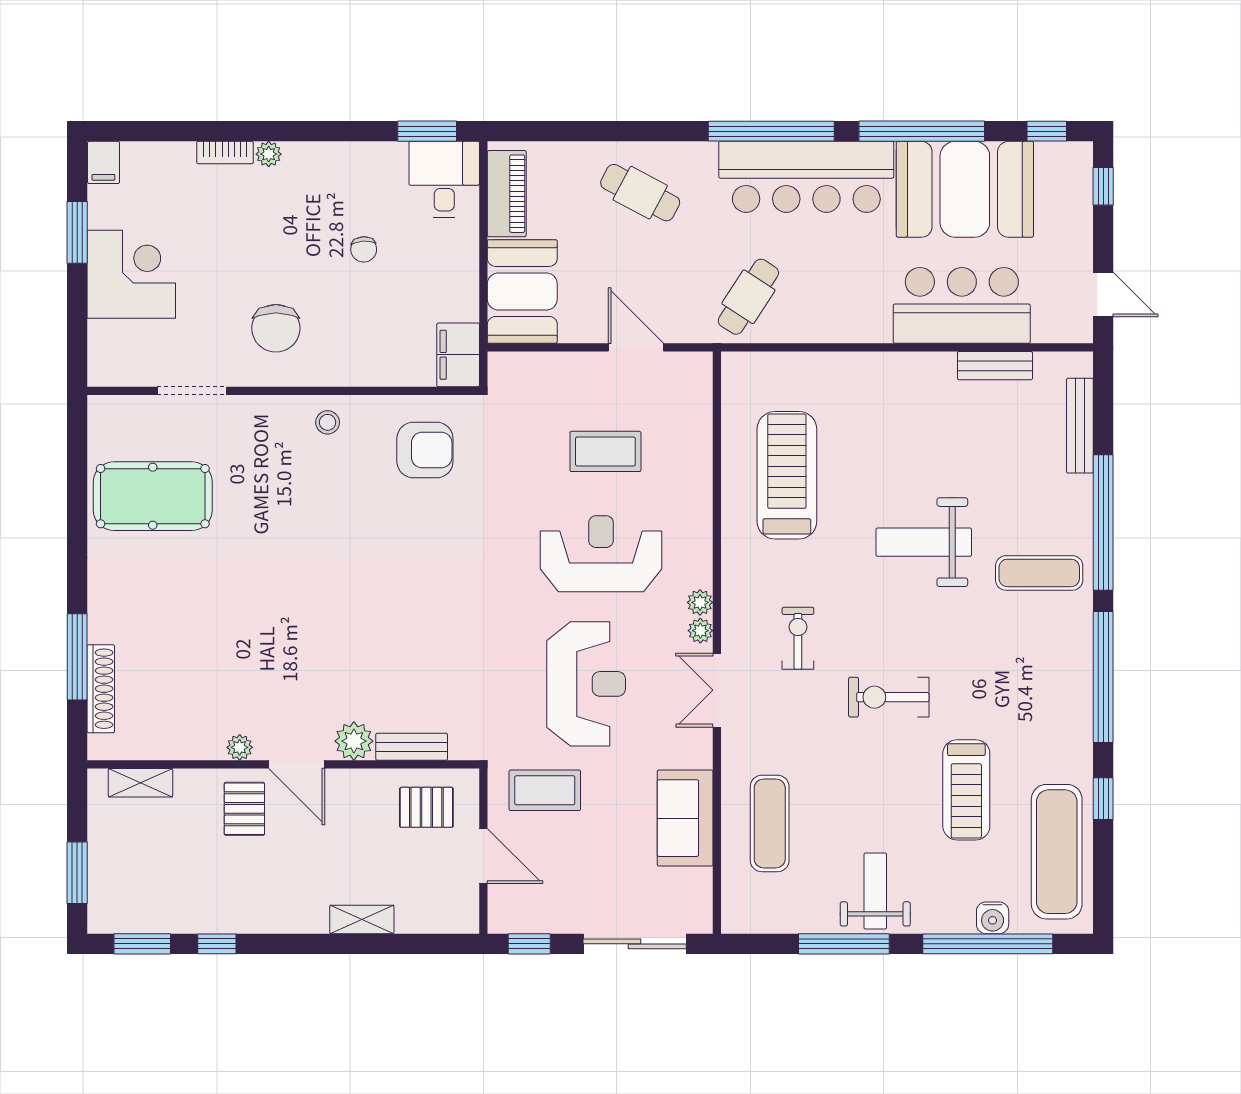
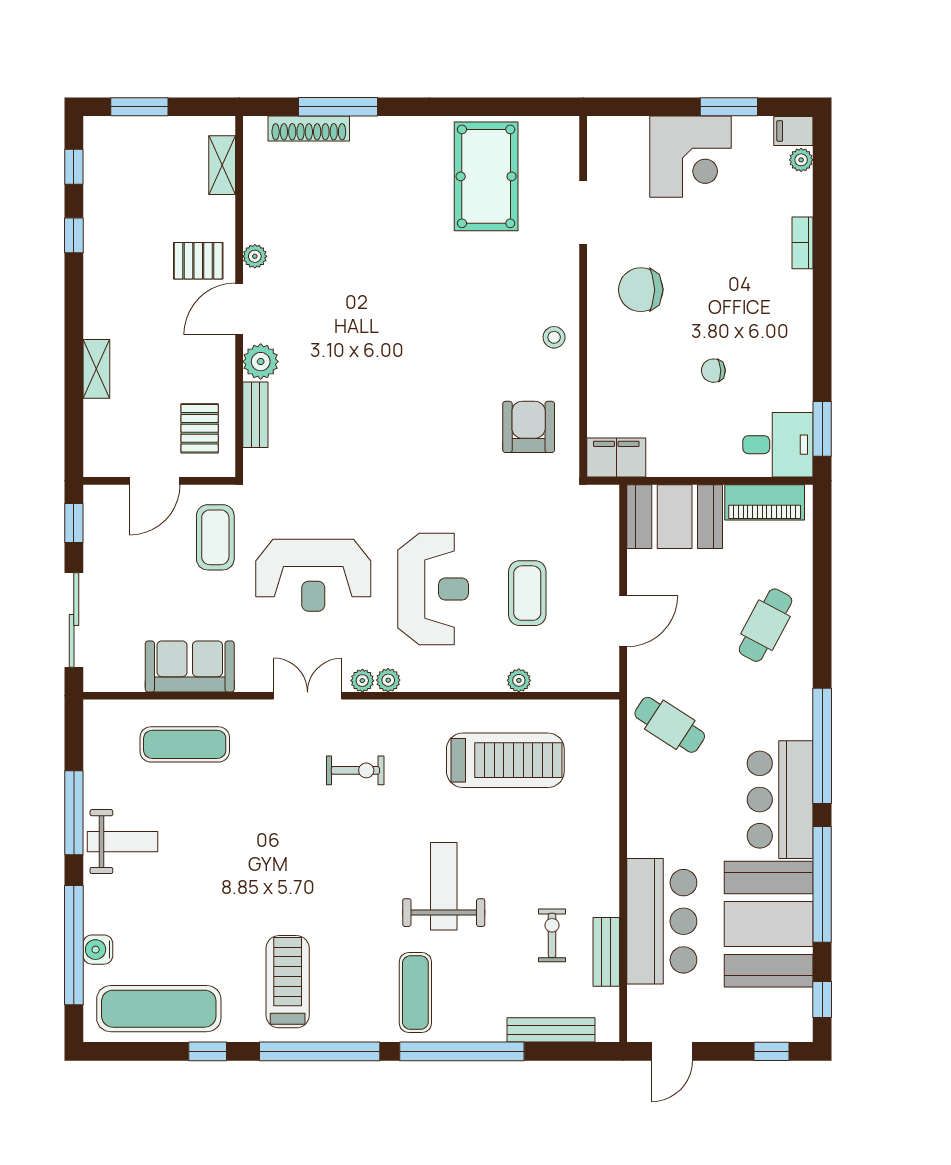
plant: (269, 154) -> (801, 160), moved
bar counter: (806, 177) -> (780, 800), width x0.73
armchair: (425, 450) -> (529, 427), turned 180
plant: (700, 461) -> (519, 680), added
exercise bike: (889, 697) -> (552, 935), moved, width x0.73, depth x0.72
treadmill: (966, 790) -> (288, 982), moved, turned 90
window: (142, 944) -> (74, 167), width x0.67

